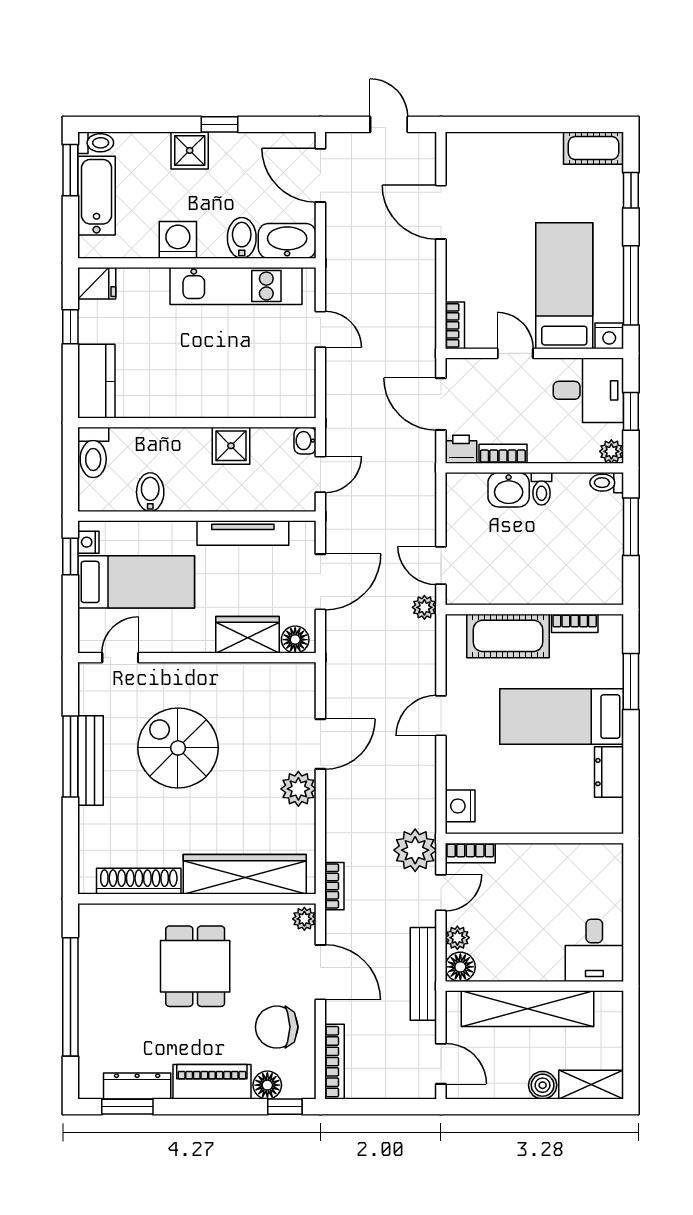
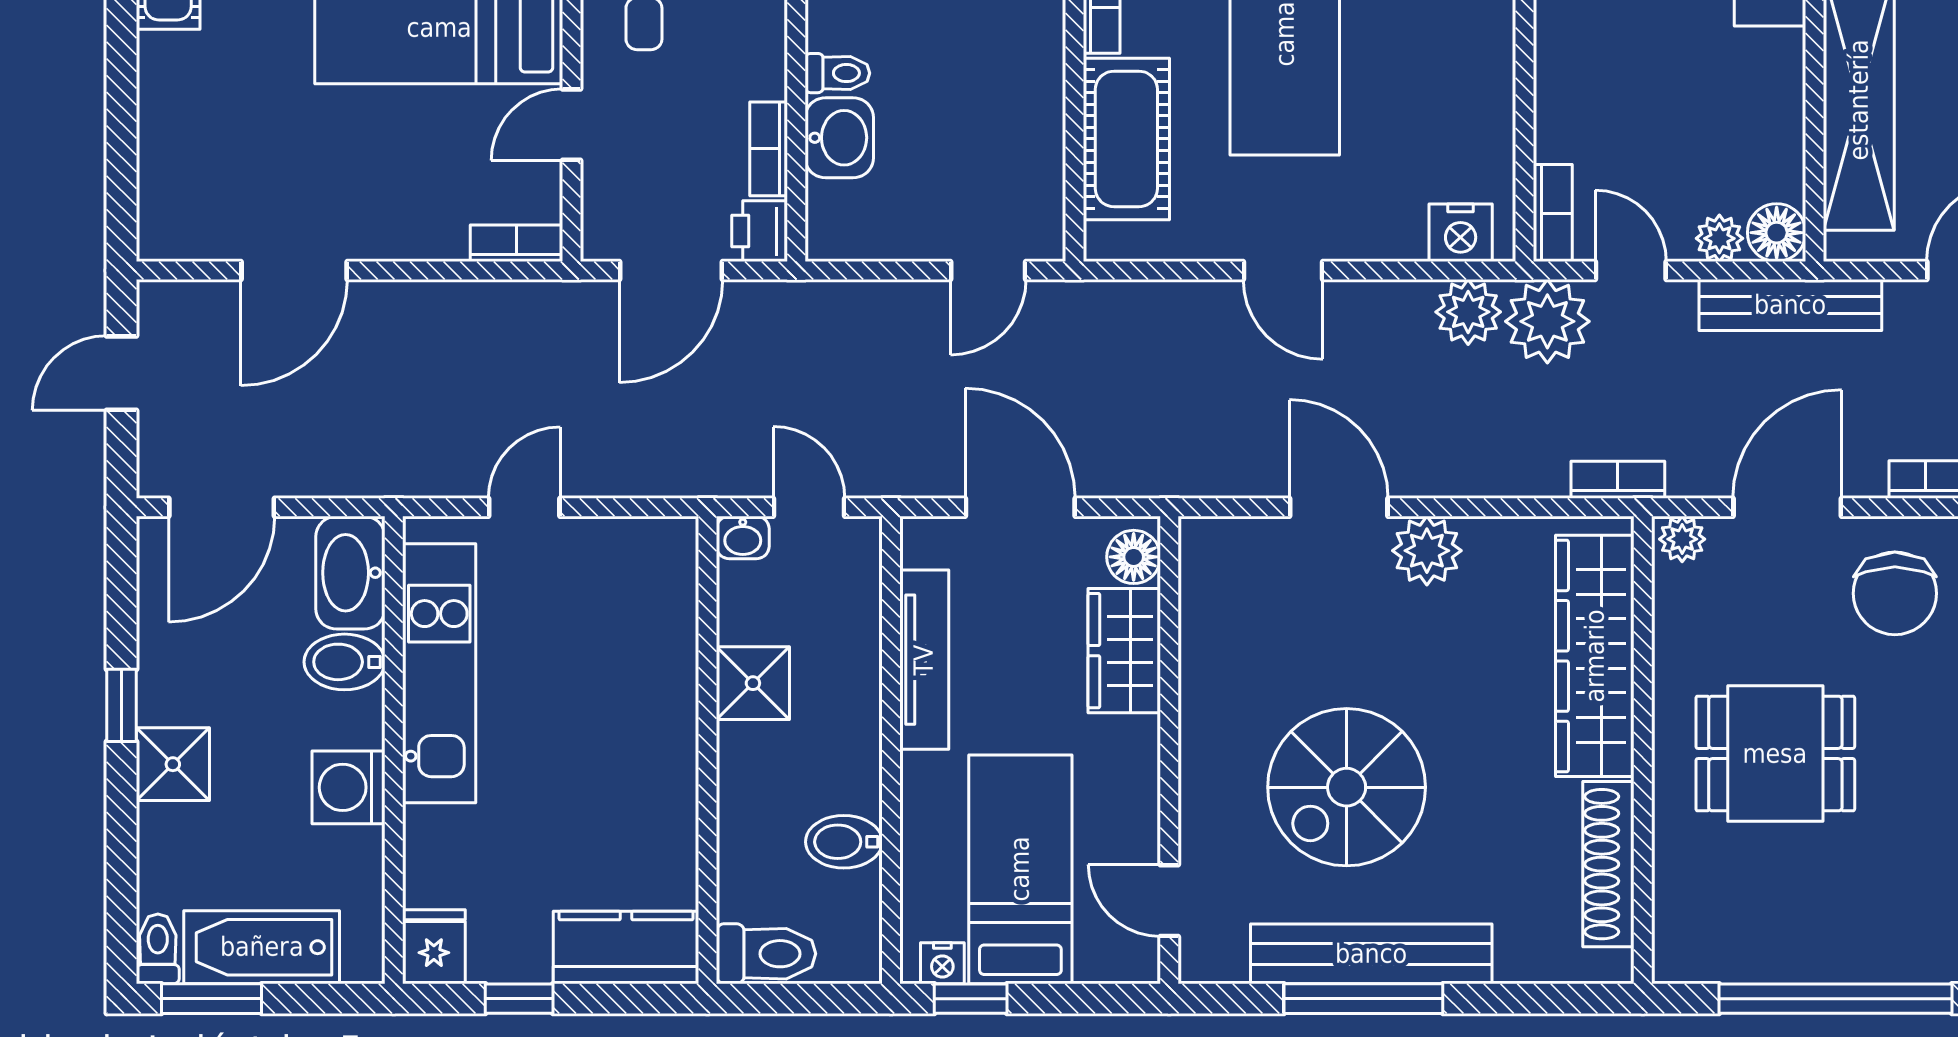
plant: (424, 607) -> (1468, 312), moved, width x1.38, depth x1.38
bench: (90, 761) -> (1371, 954), width x1.37, depth x1.21

